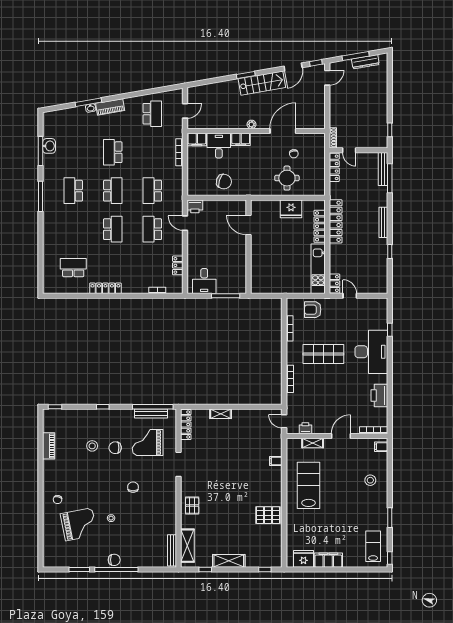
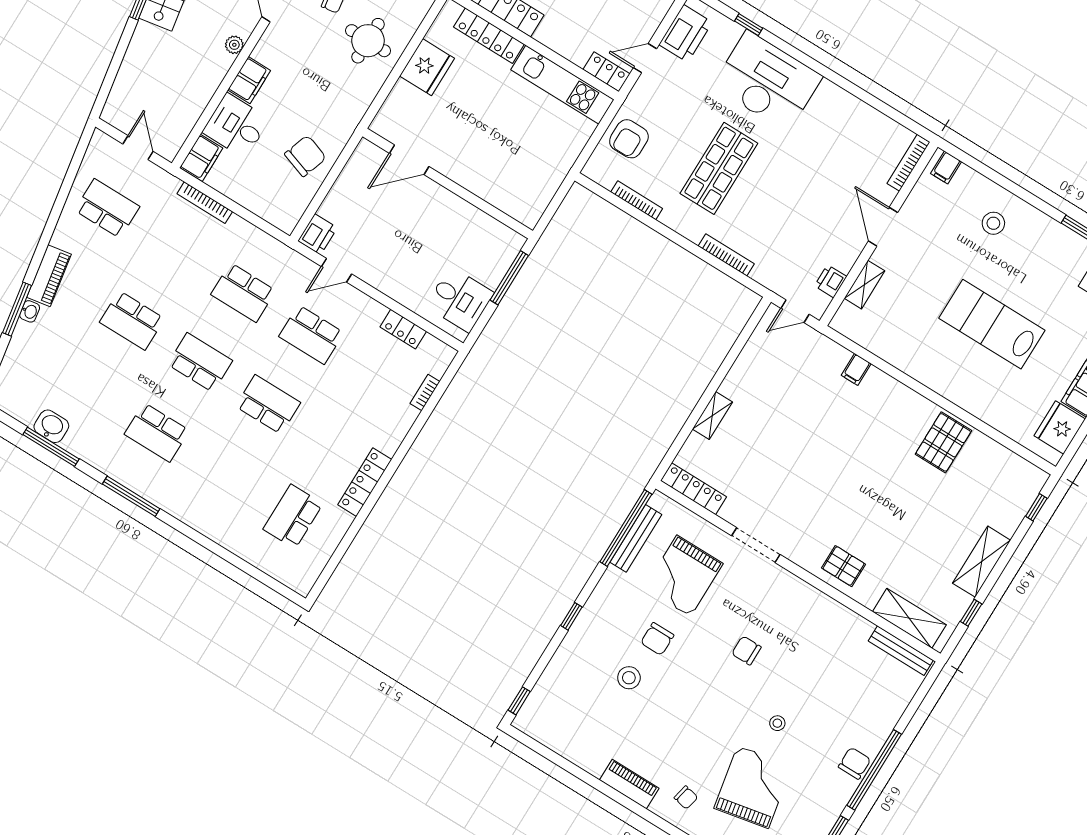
printer: (379, 396) -> (686, 33), moved, turned -90
piano: (49, 446) -> (629, 784), moved
lab bench: (309, 485) -> (992, 324), moved

